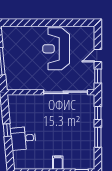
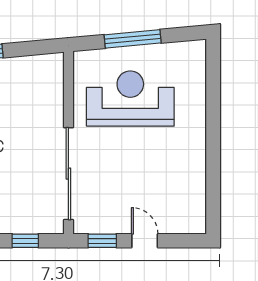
reception desk: (56, 49) -> (130, 98), moved

